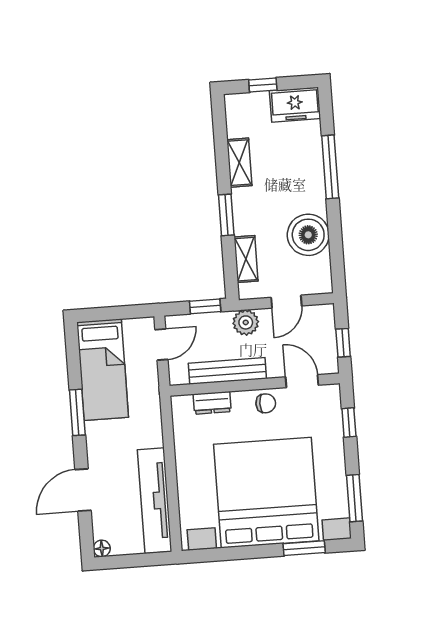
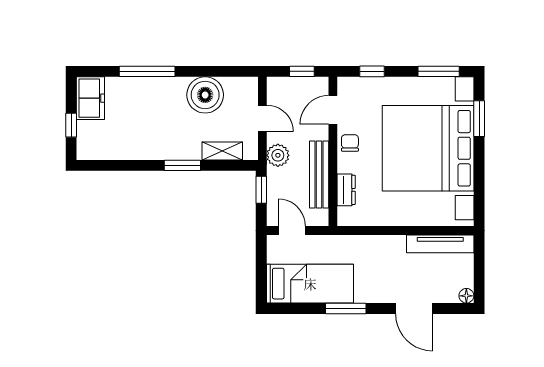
shelving: (239, 163) -> (138, 151), removed
tv unit: (155, 501) -> (440, 244), width x0.73, depth x0.78

